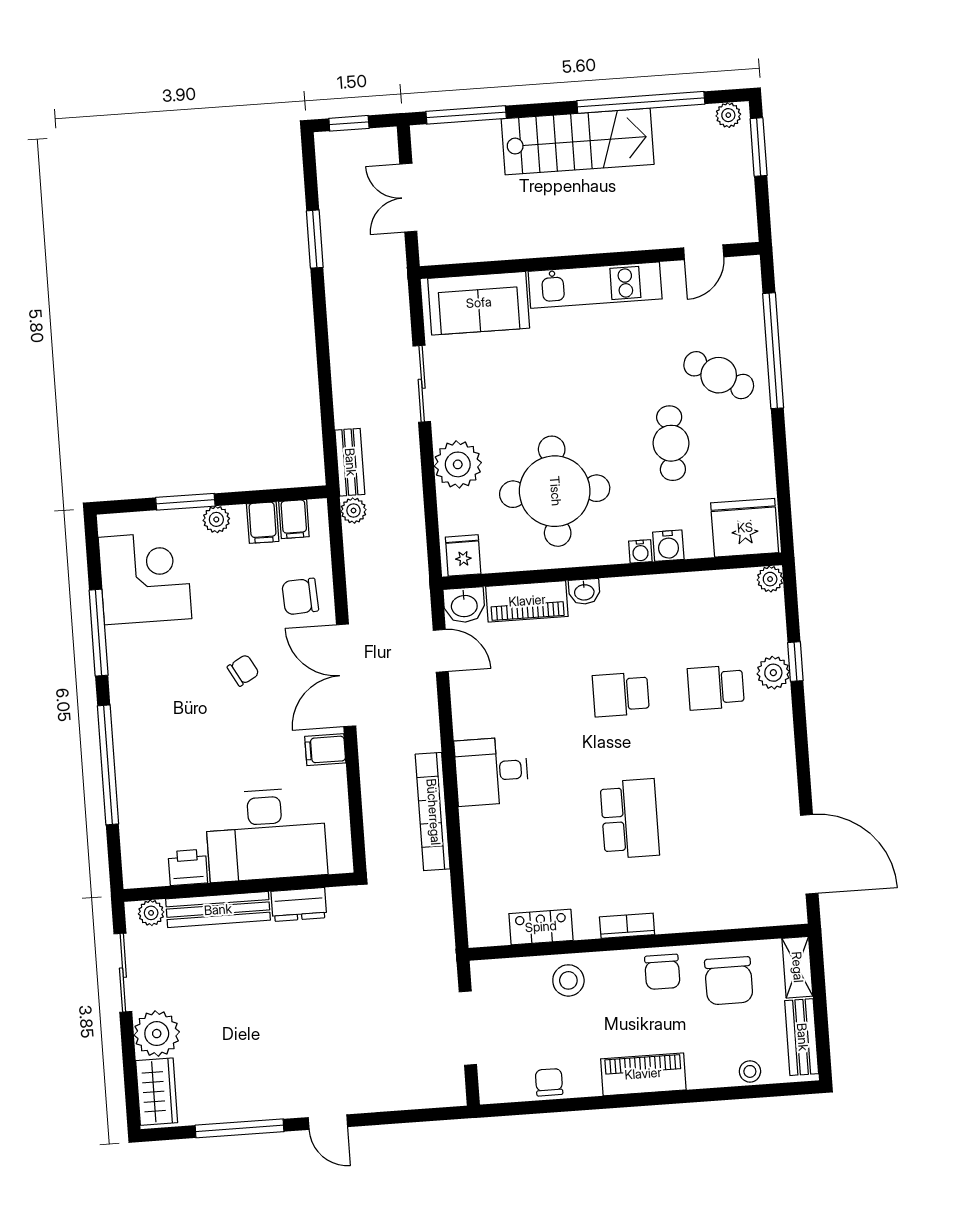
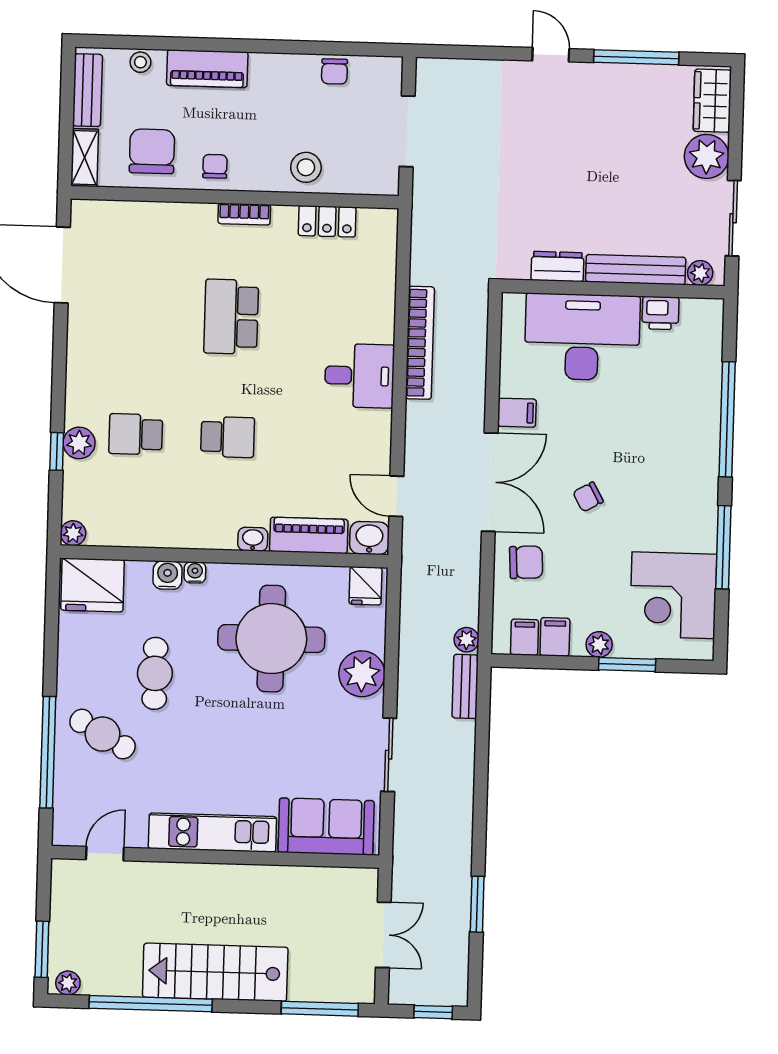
school desk: (716, 688) -> (136, 434), turned 180
chair: (662, 972) -> (215, 166), width x0.73, depth x0.73
piano: (643, 1074) -> (207, 69), moved

